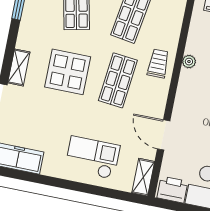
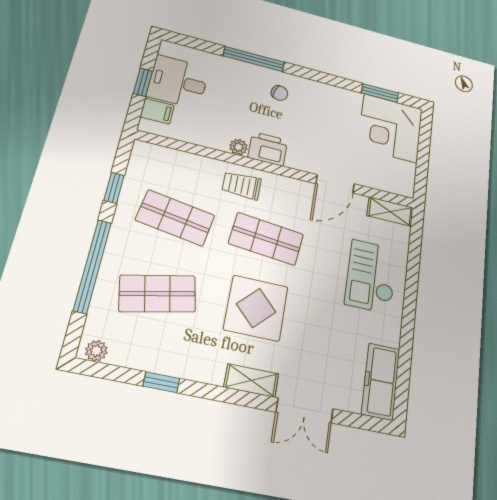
printer: (172, 190) -> (268, 149), moved, turned 90

